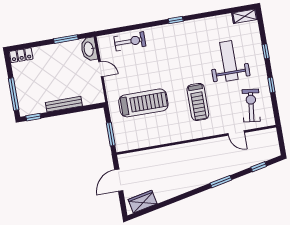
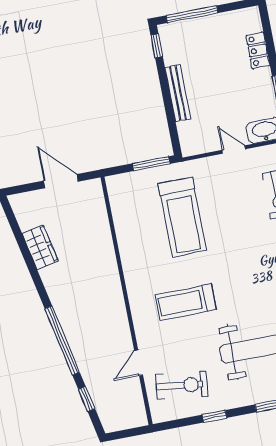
locker: (21, 55) -> (258, 50), moved
door: (101, 69) -> (234, 150), swing flipped
window: (111, 134) -> (151, 164), moved
window: (221, 182) -> (62, 340), width x2.11
wardrobe: (143, 202) -> (40, 247), moved

